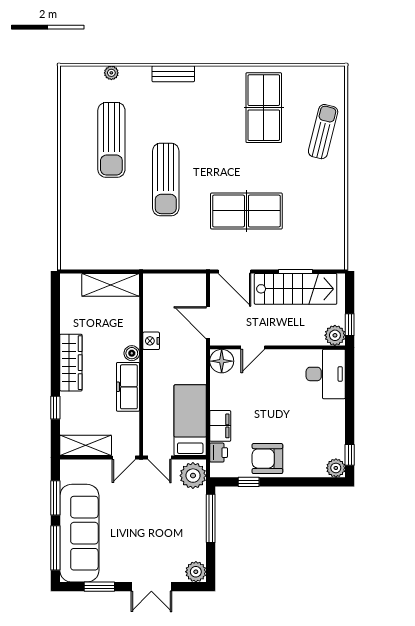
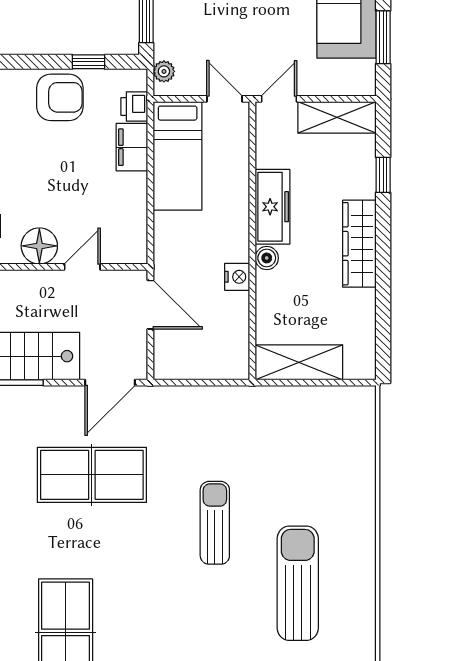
sun lounger: (166, 180) -> (215, 523), width x0.73, depth x0.75
door: (234, 272) -> (110, 383), swing flipped
floor lamp: (222, 361) -> (39, 246), moved
plant: (193, 476) -> (164, 71), width x0.53, depth x0.53

